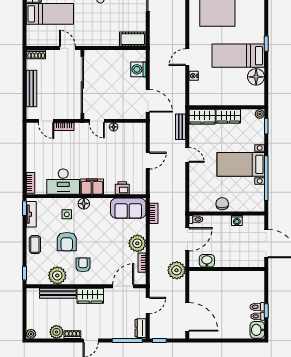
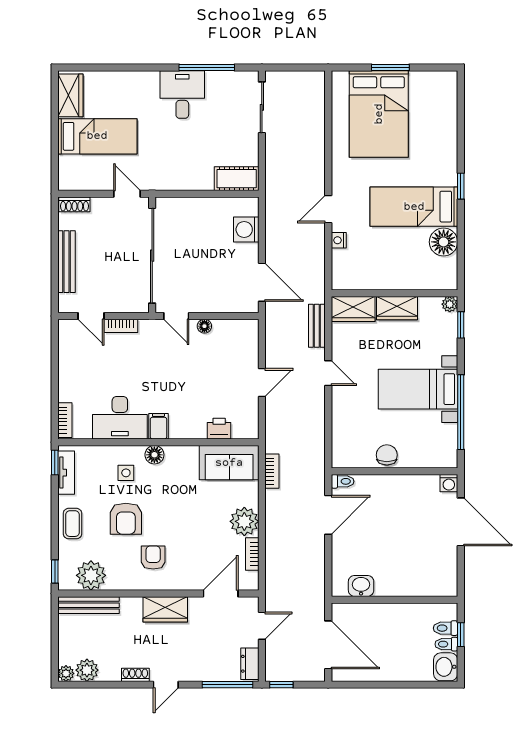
filing cabinet: (92, 187) -> (158, 426), width x0.50
washing machine: (237, 220) -> (449, 483), moved
washbasin: (207, 261) -> (361, 586), moved
wall: (227, 269) -> (394, 600), moved
plant: (177, 270) -> (310, 567), removed
plant: (57, 275) -> (91, 575), moved
bench: (58, 293) -> (88, 605), moved
plant: (56, 332) -> (87, 670), moved

